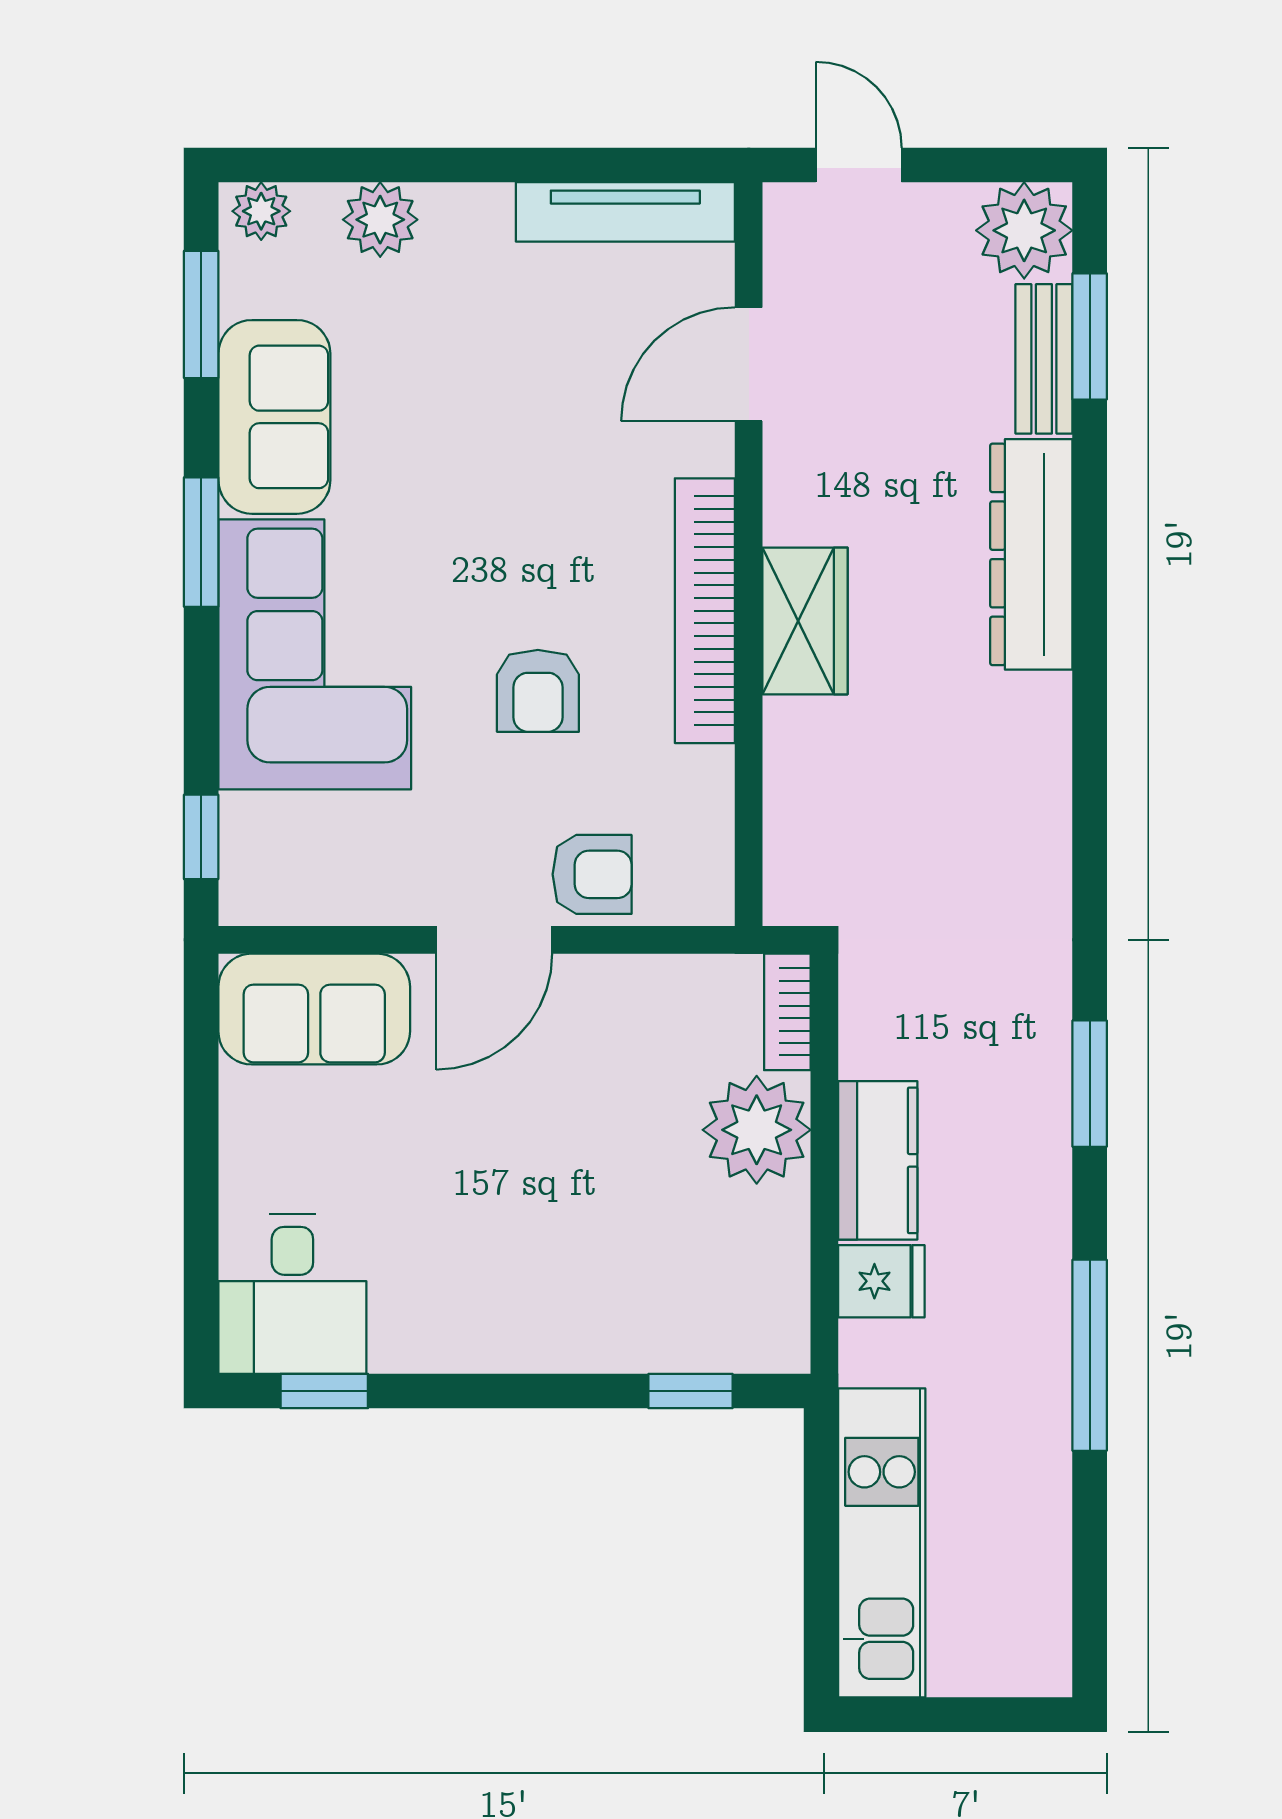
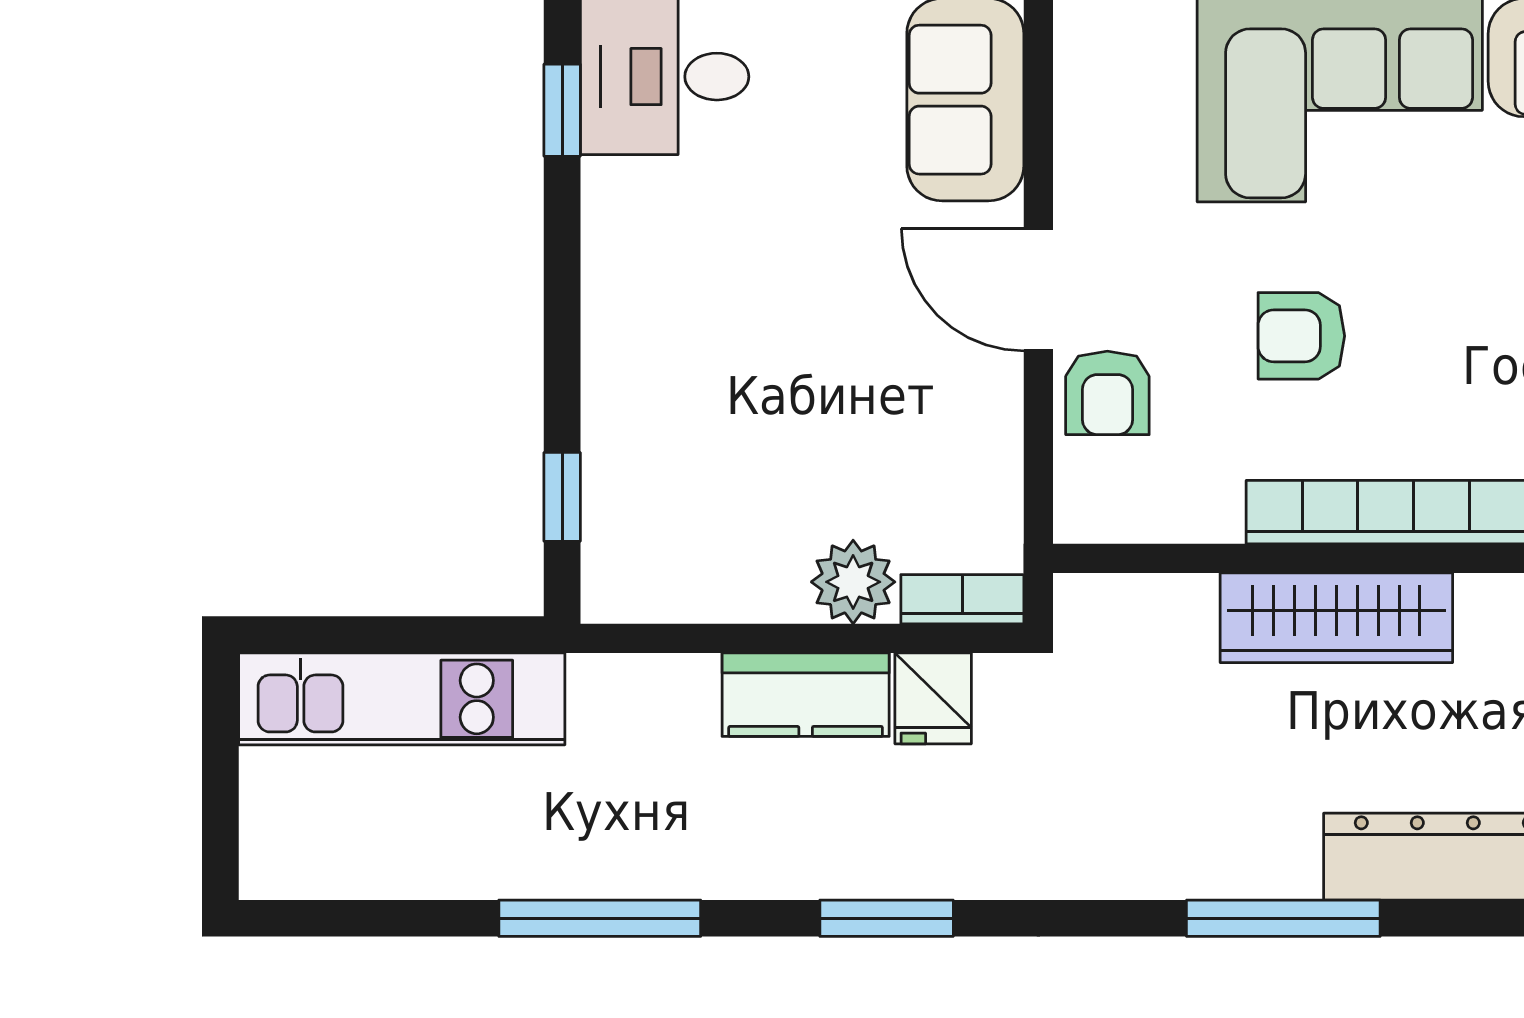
wardrobe: (805, 621) -> (1336, 618), width x1.50
window: (1090, 708) -> (1283, 918), added
plant: (757, 1130) -> (853, 582), width x0.73, depth x0.73
fridge: (881, 1281) -> (933, 698), moved

